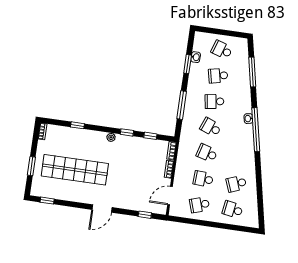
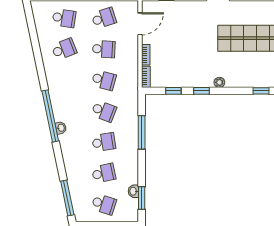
window: (188, 64) -> (142, 198), moved
window: (252, 72) -> (67, 198), moved

